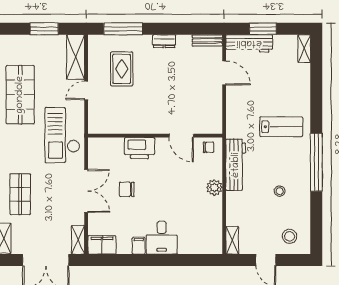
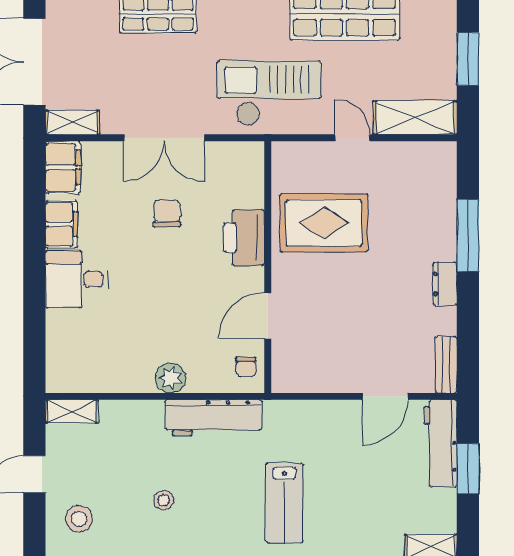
window: (123, 29) -> (468, 235), moved
rug: (122, 69) -> (324, 223), moved, width x1.36, depth x1.43
filing cabinet: (139, 246) -> (61, 224), width x2.00

